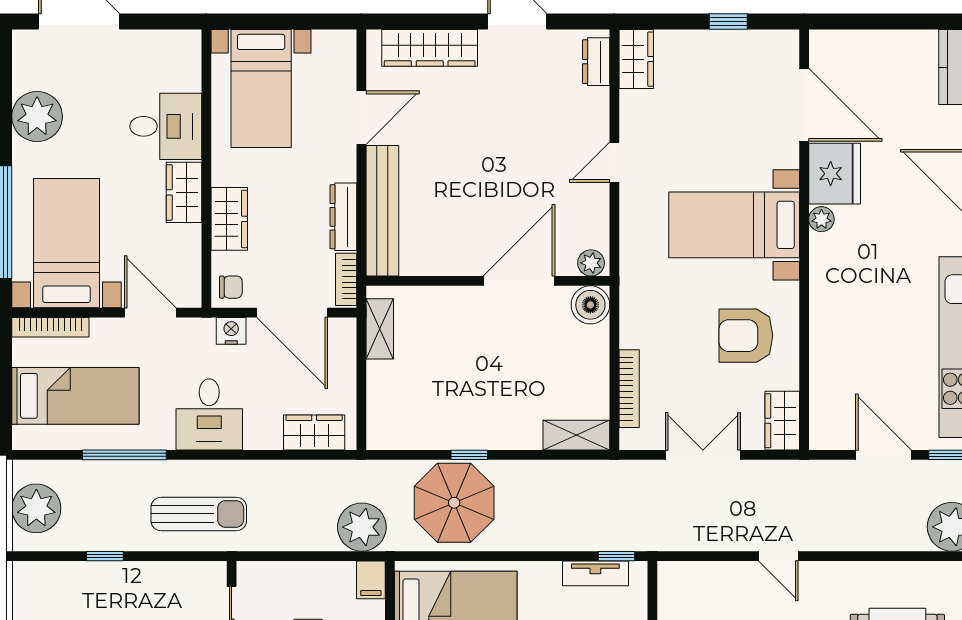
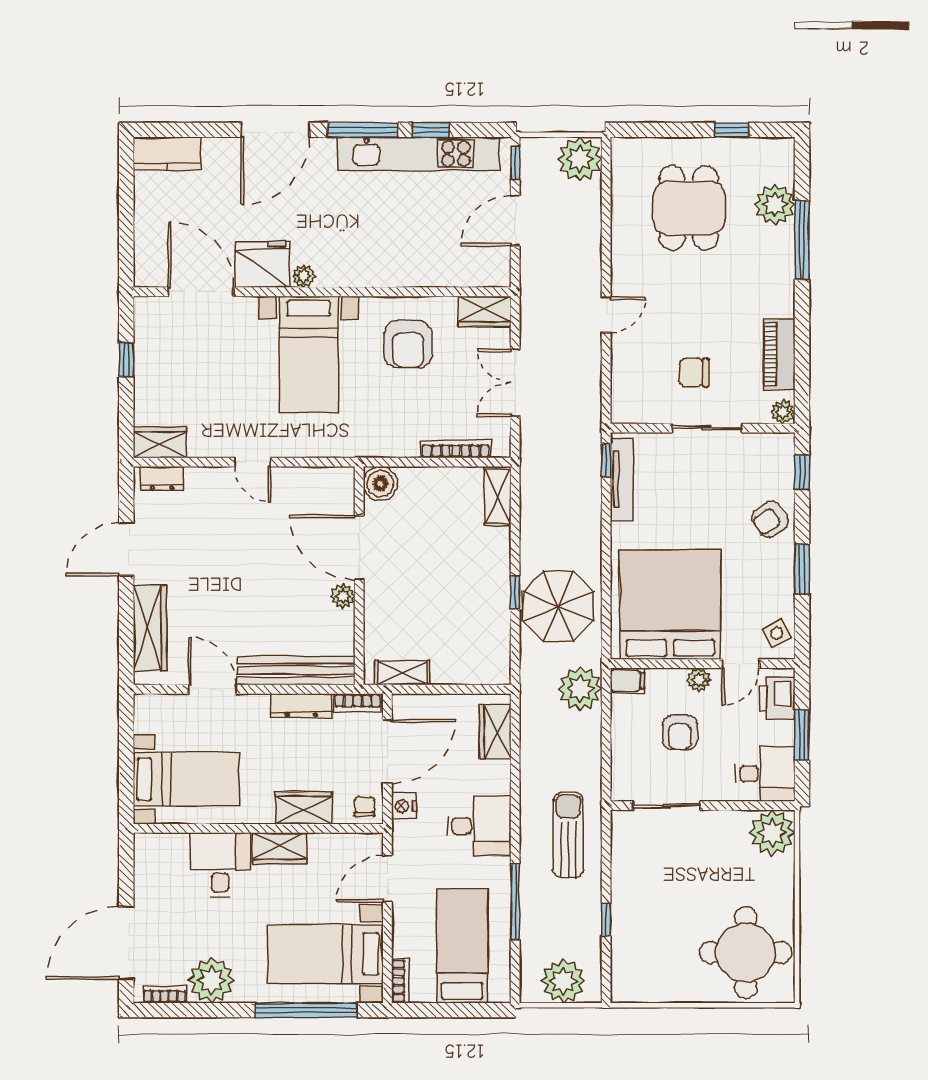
bookcase: (22, 64) -> (165, 994), added
door: (804, 105) -> (201, 292), hinge flipped
plant: (591, 263) -> (343, 596), moved
bookcase: (50, 327) -> (401, 981), width x0.64
tv unit: (595, 573) -> (622, 479), width x1.41

